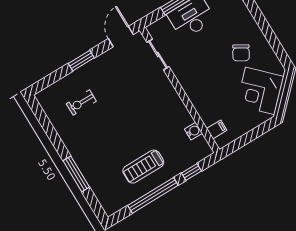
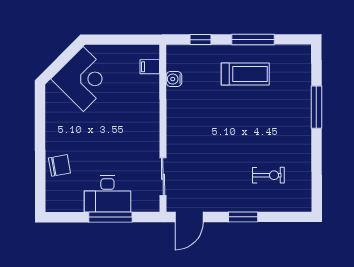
chair: (241, 53) -> (59, 165), moved, turned 50
window: (153, 195) -> (253, 39), width x0.68

